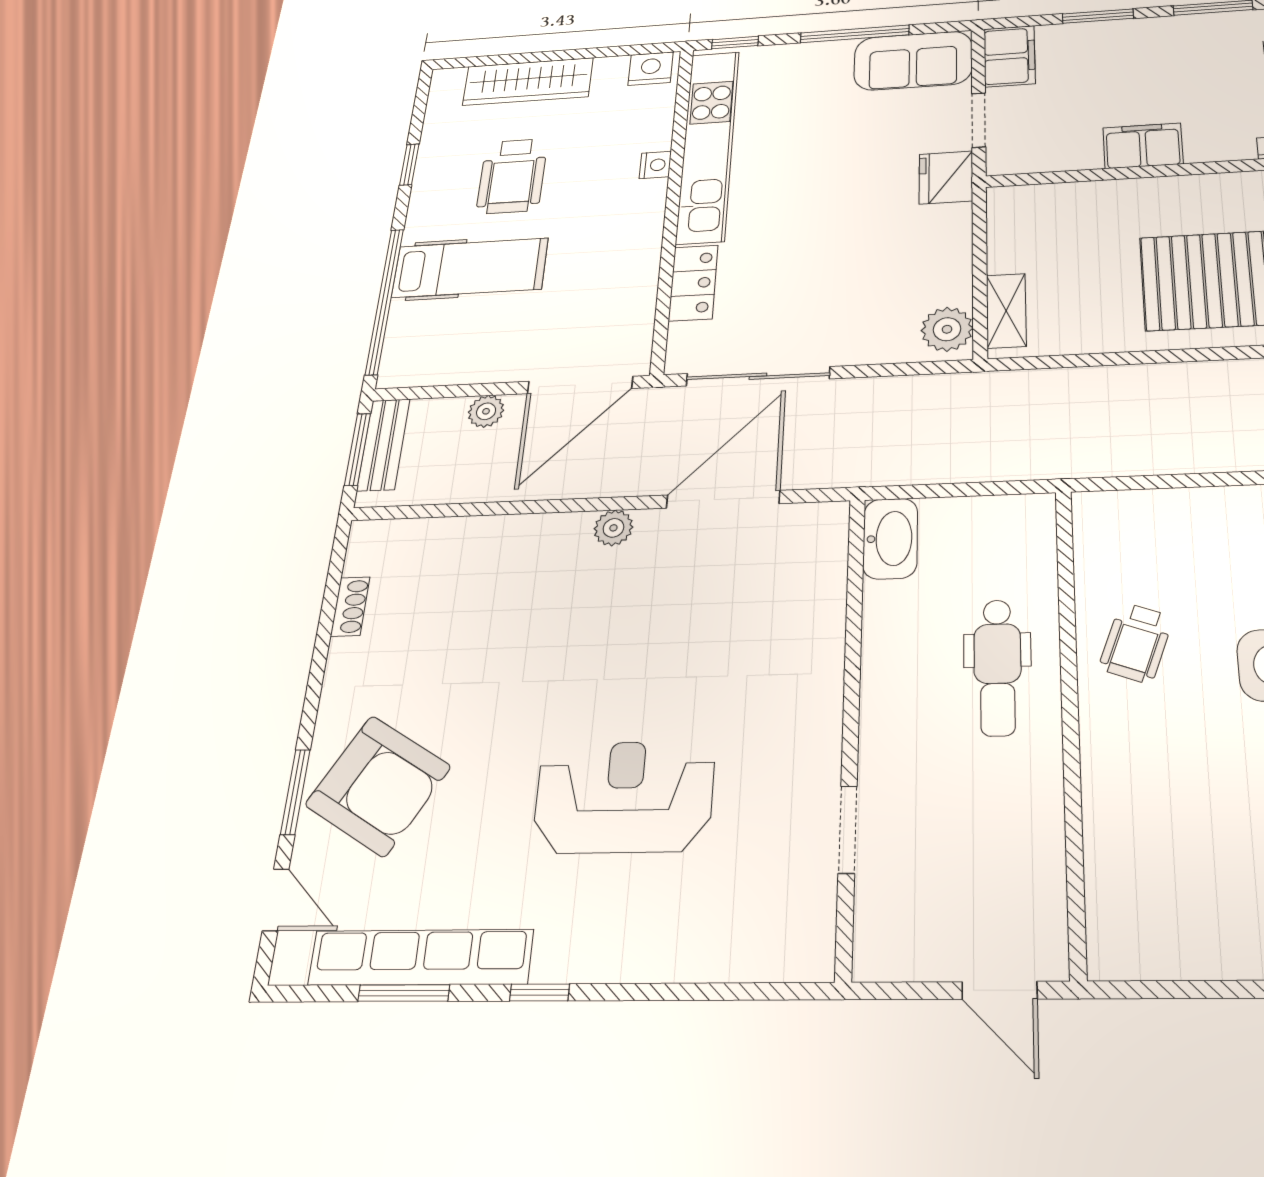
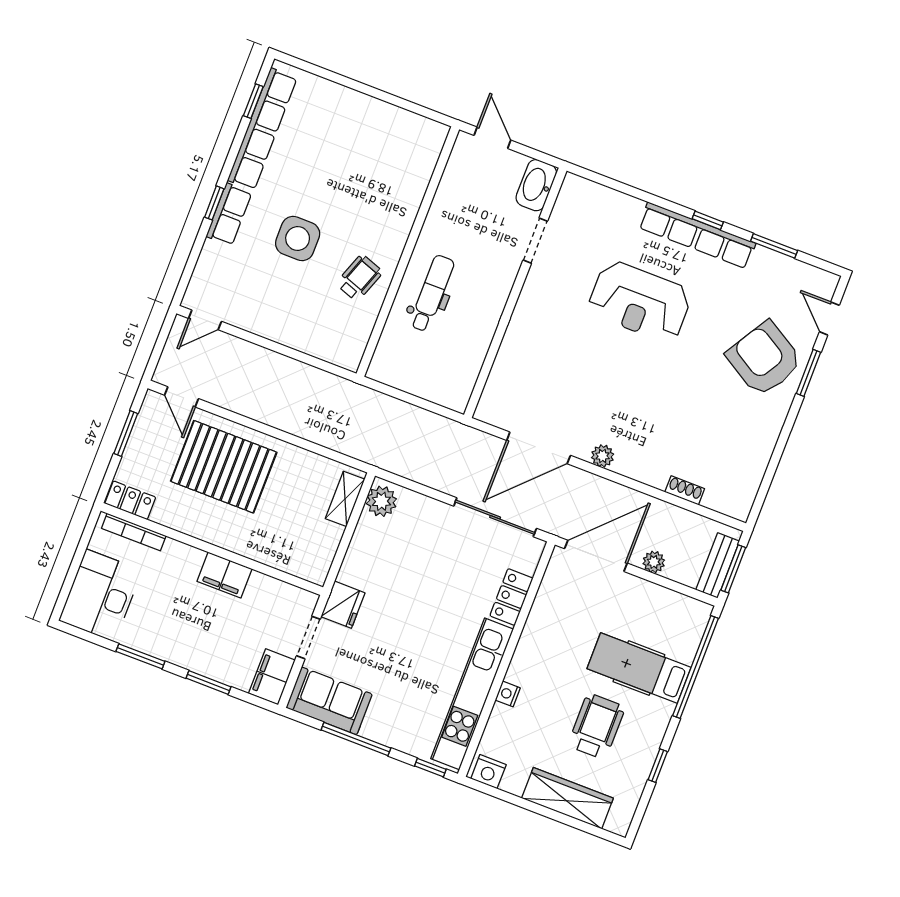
washbasin: (890, 538) -> (536, 185), moved
shoe rack: (350, 607) -> (685, 490), moved, turned 90
row of seats: (420, 957) -> (697, 235), moved

